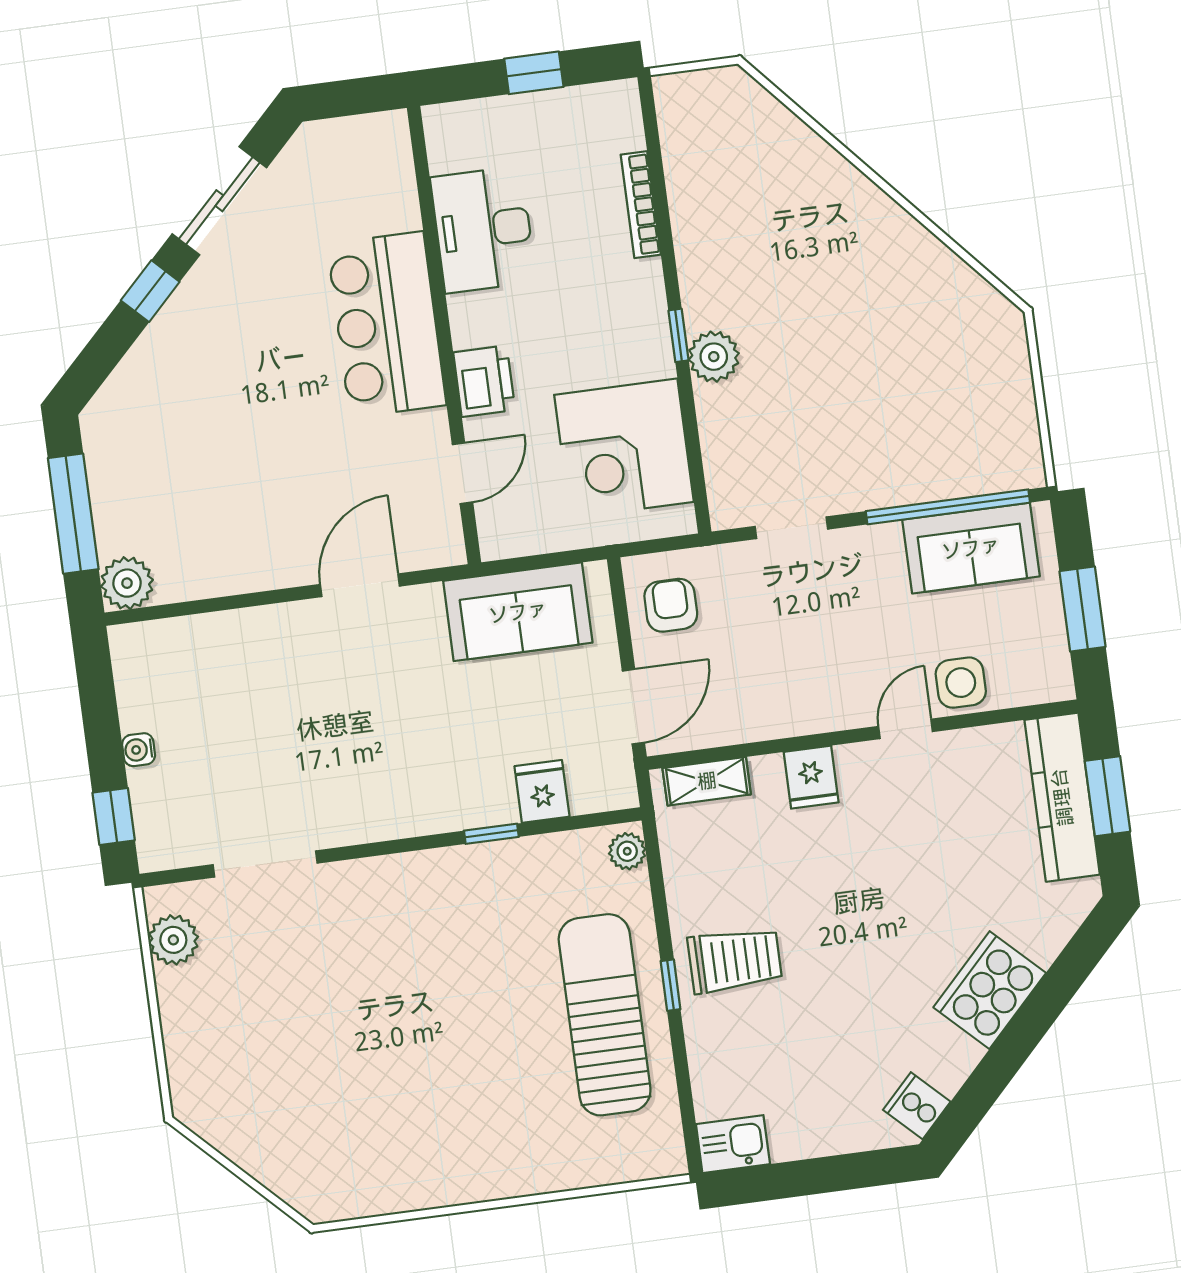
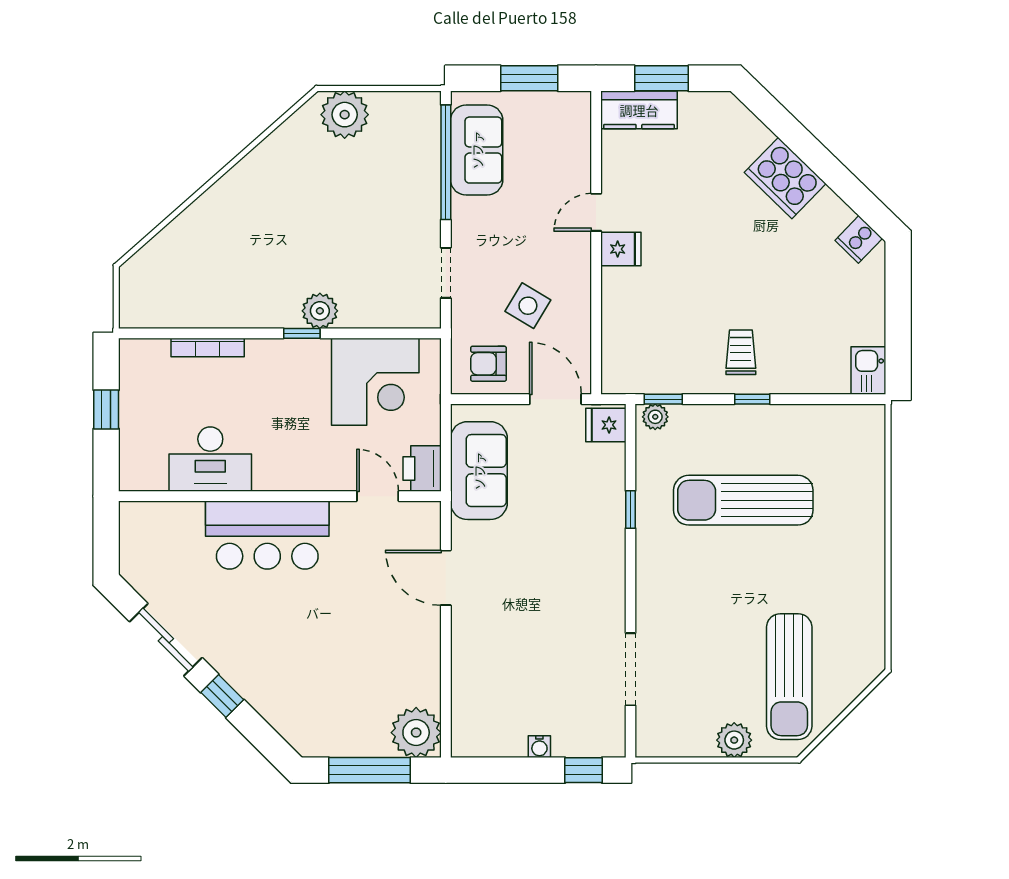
plant: (996, 355) -> (345, 115), added
printer: (484, 381) -> (422, 469), moved, turned -90
plant: (127, 583) -> (416, 733), width x1.36, depth x1.36
side table: (961, 683) -> (528, 306), moved, turned 31
door: (905, 729) -> (596, 212), hinge flipped
fridge: (811, 777) -> (621, 249), moved
shelving: (707, 781) -> (614, 355), removed
fridge: (542, 791) -> (606, 425), moved
kitchen counter: (1062, 797) -> (639, 110), width x0.67
window: (654, 859) -> (663, 399), added
plant: (173, 940) -> (734, 740), moved
trolley: (735, 960) -> (741, 352), width x0.73, depth x0.72
sun lounger: (605, 1015) -> (743, 500), moved
sun lounger: (285, 1090) -> (789, 677), added

